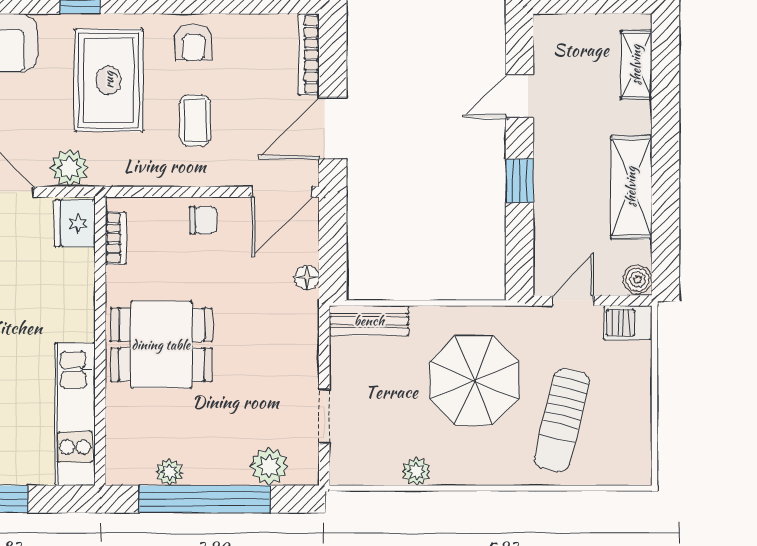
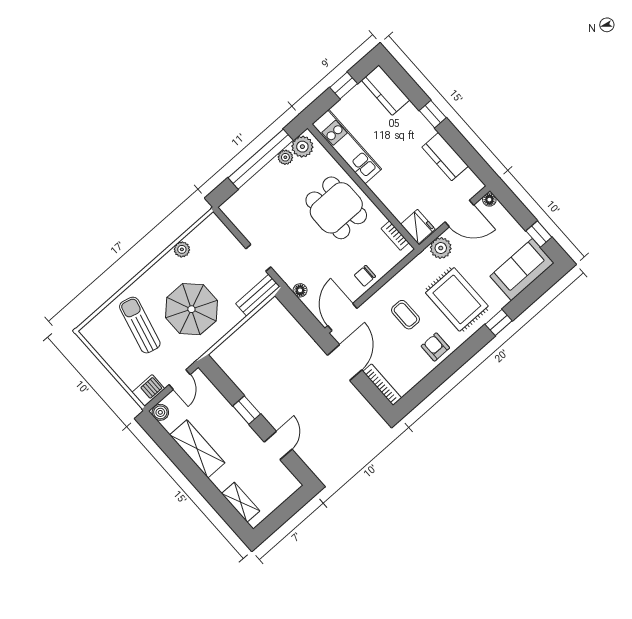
dining table: (161, 345) -> (336, 208), turned 90
doorway: (324, 416) -> (258, 258), moved
plant: (269, 466) -> (302, 147), moved

